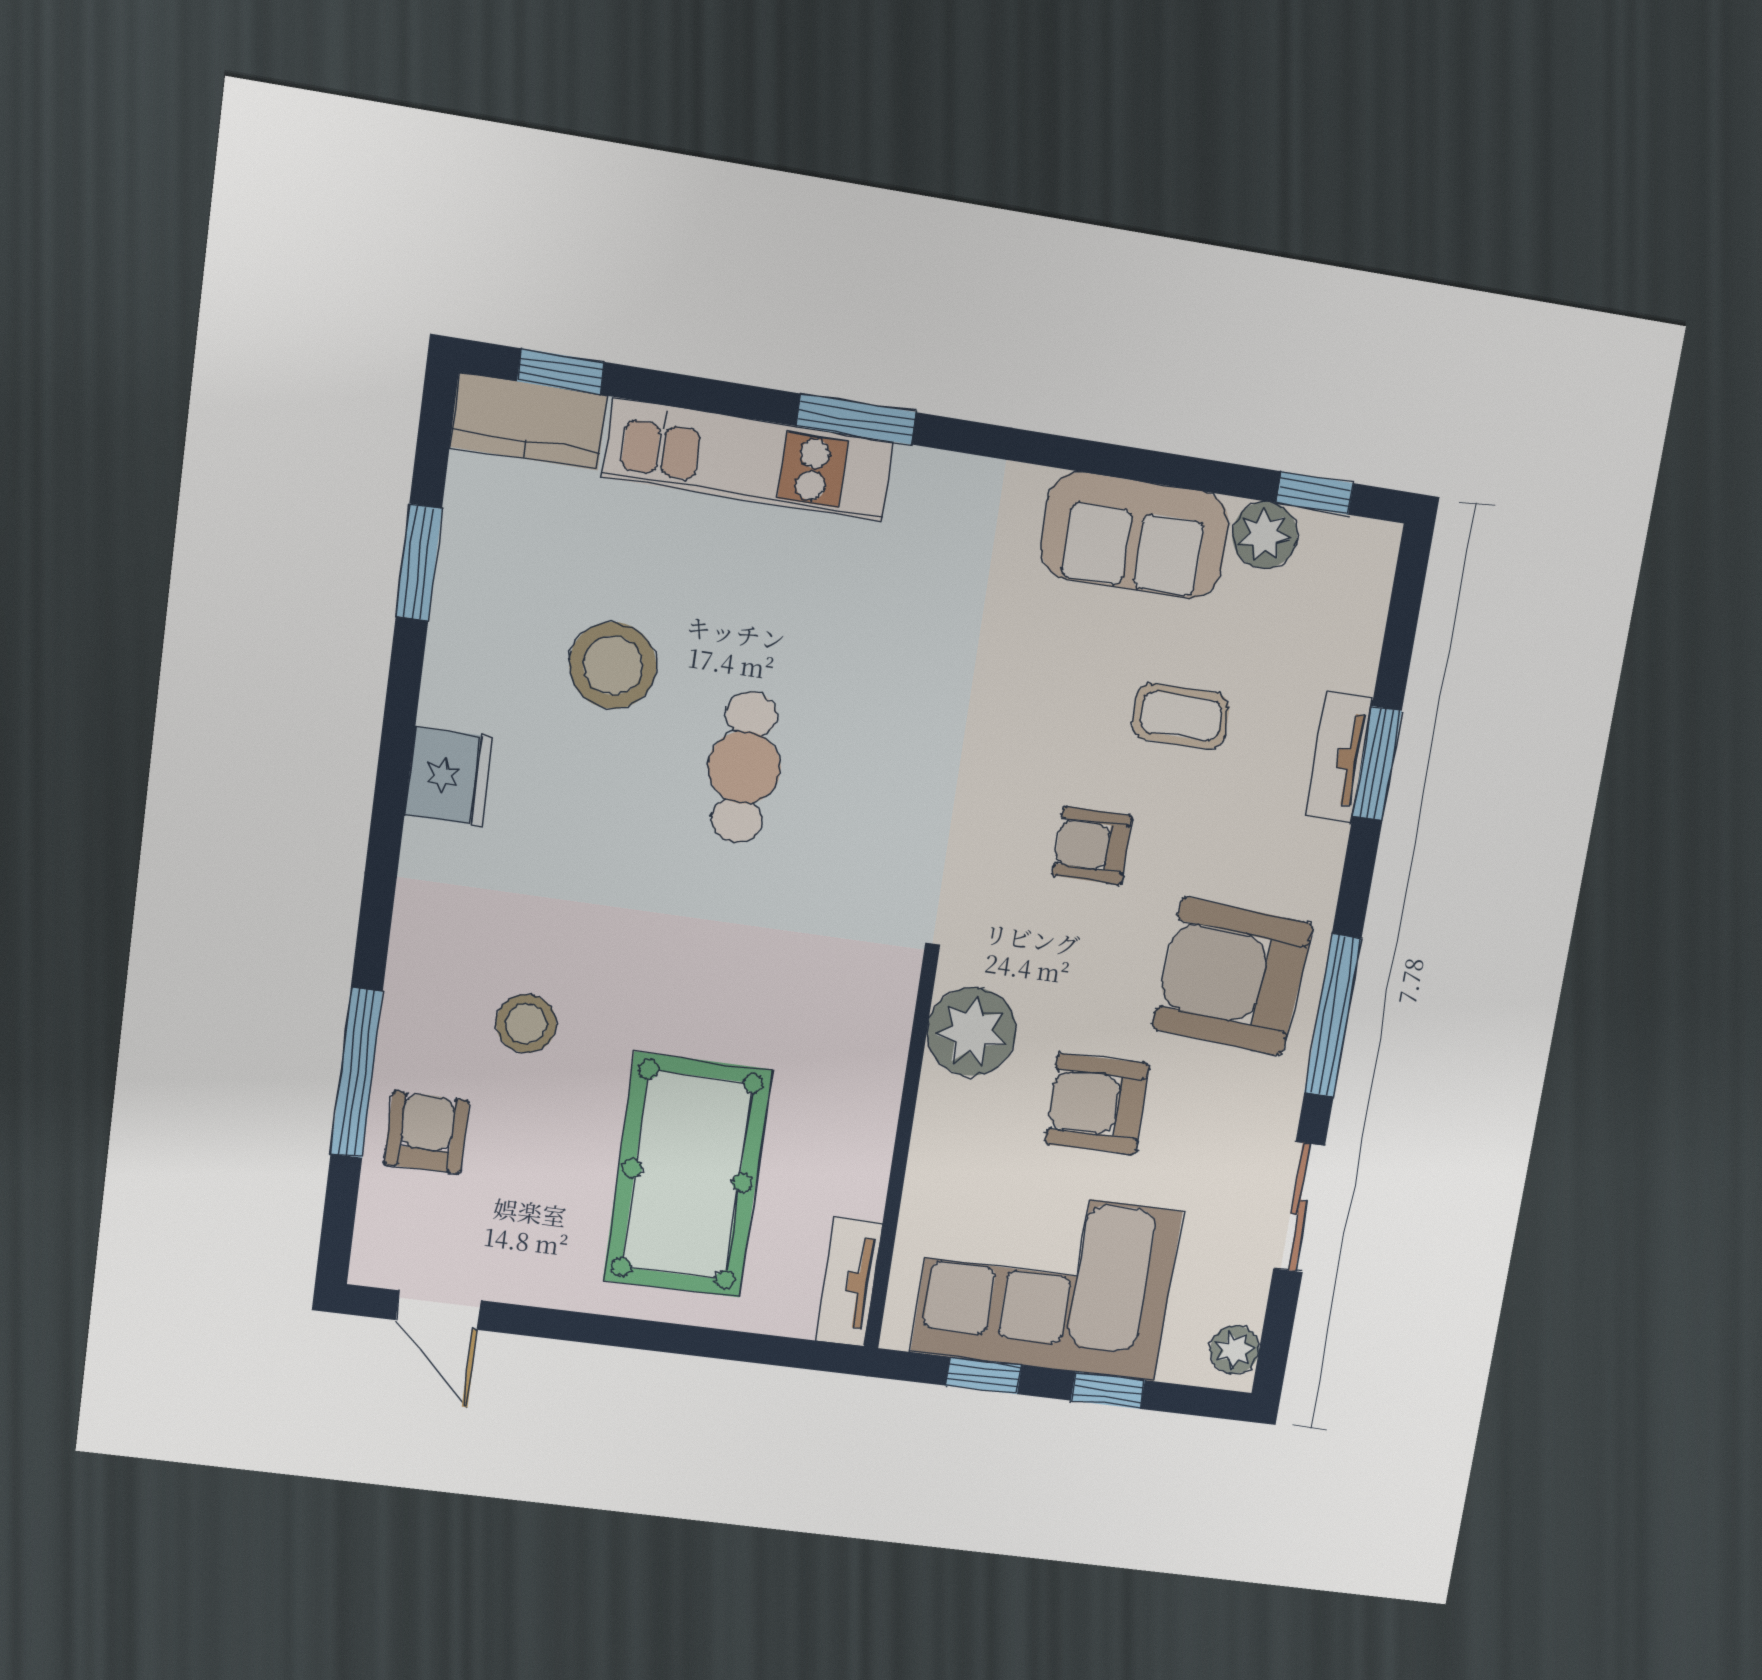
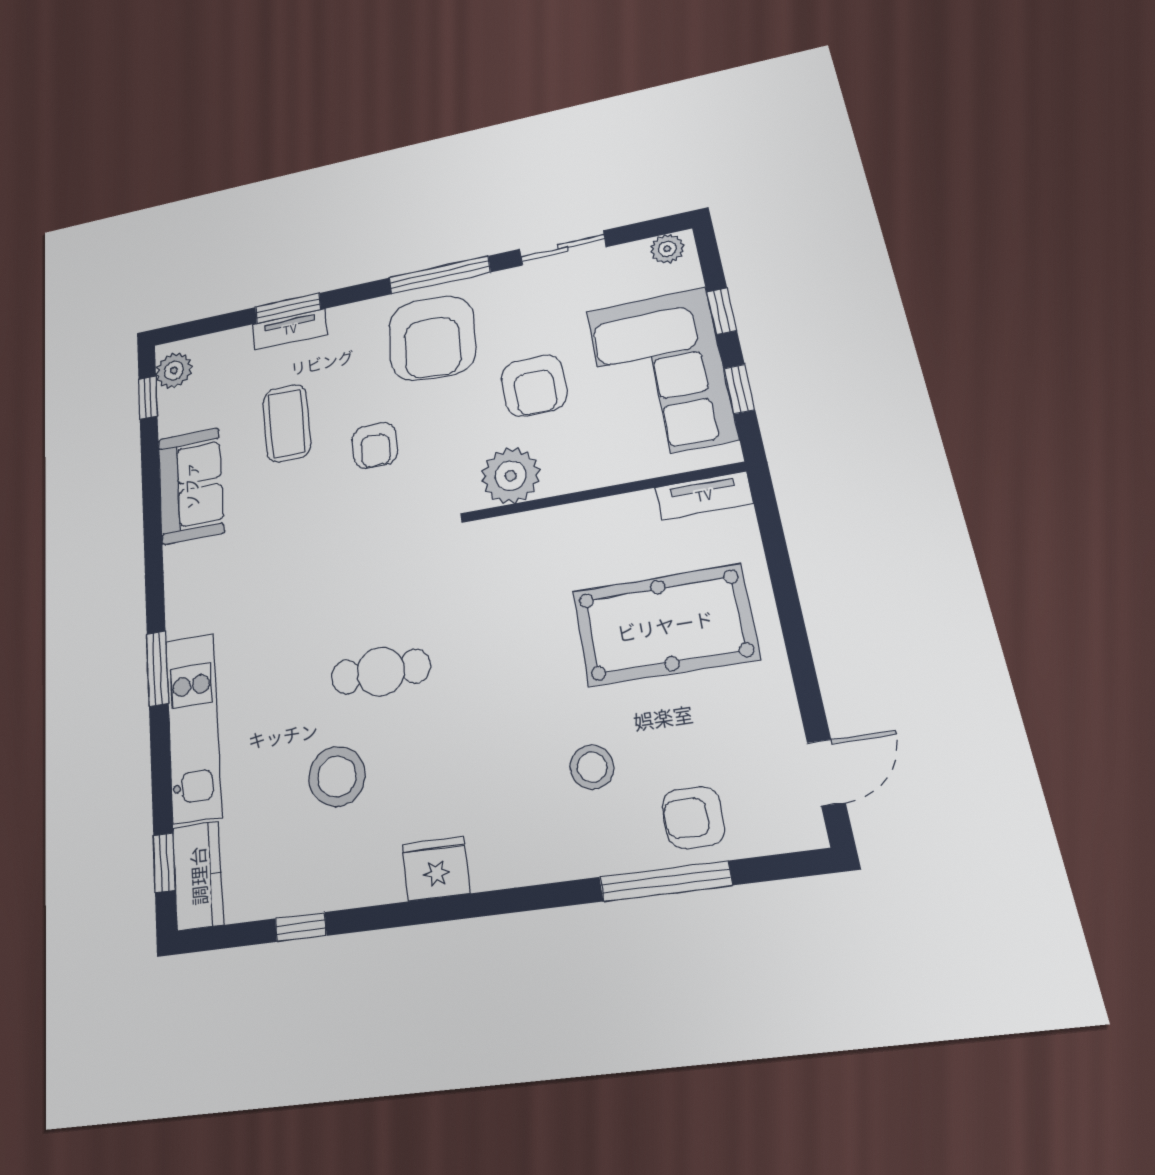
plant: (1265, 535) -> (174, 370), moved
window: (419, 562) -> (301, 927), width x0.67
coffee table: (1181, 716) -> (287, 423), width x1.36, depth x1.30

